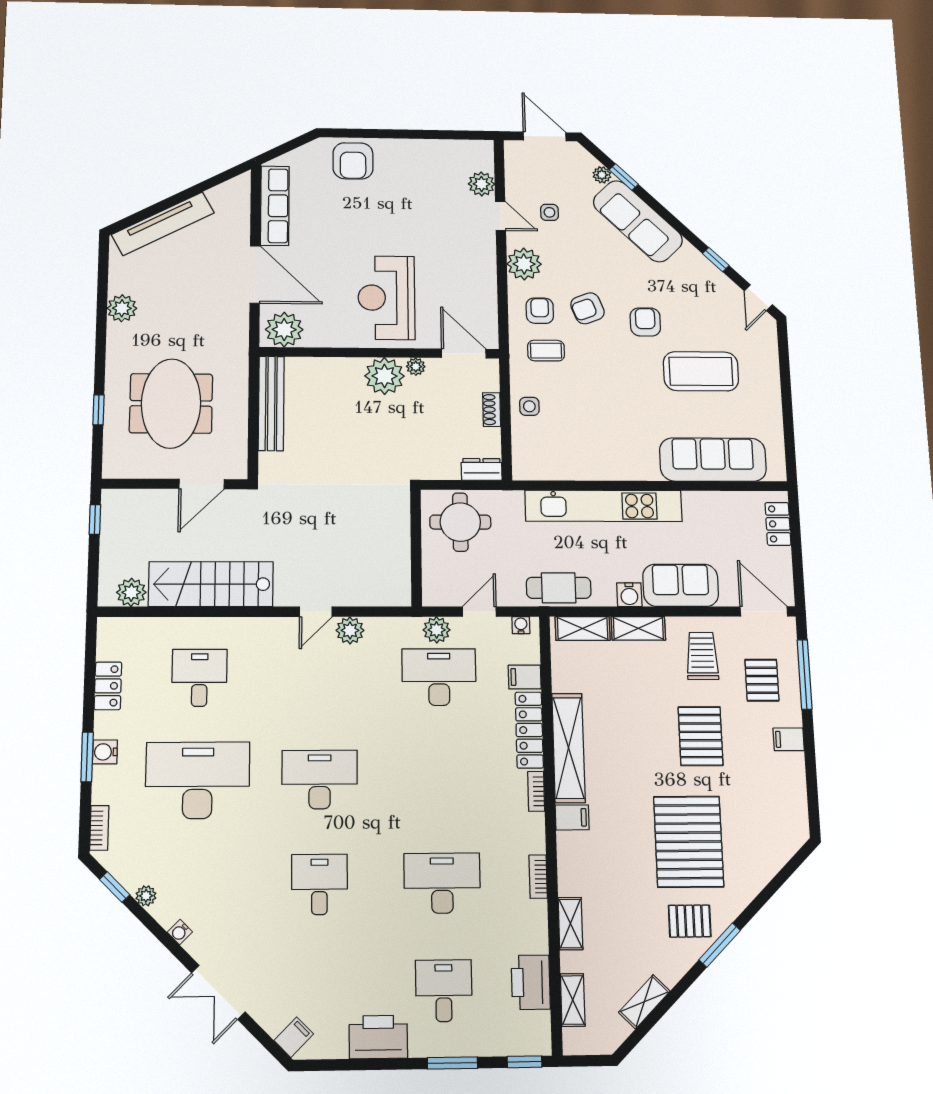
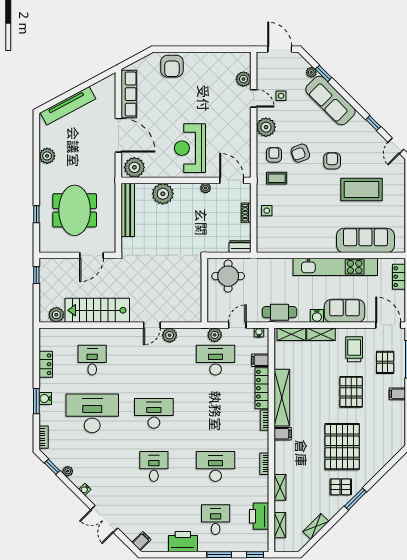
plant: (384, 376) -> (163, 194), moved
kitchen unit: (604, 506) -> (335, 267), moved

